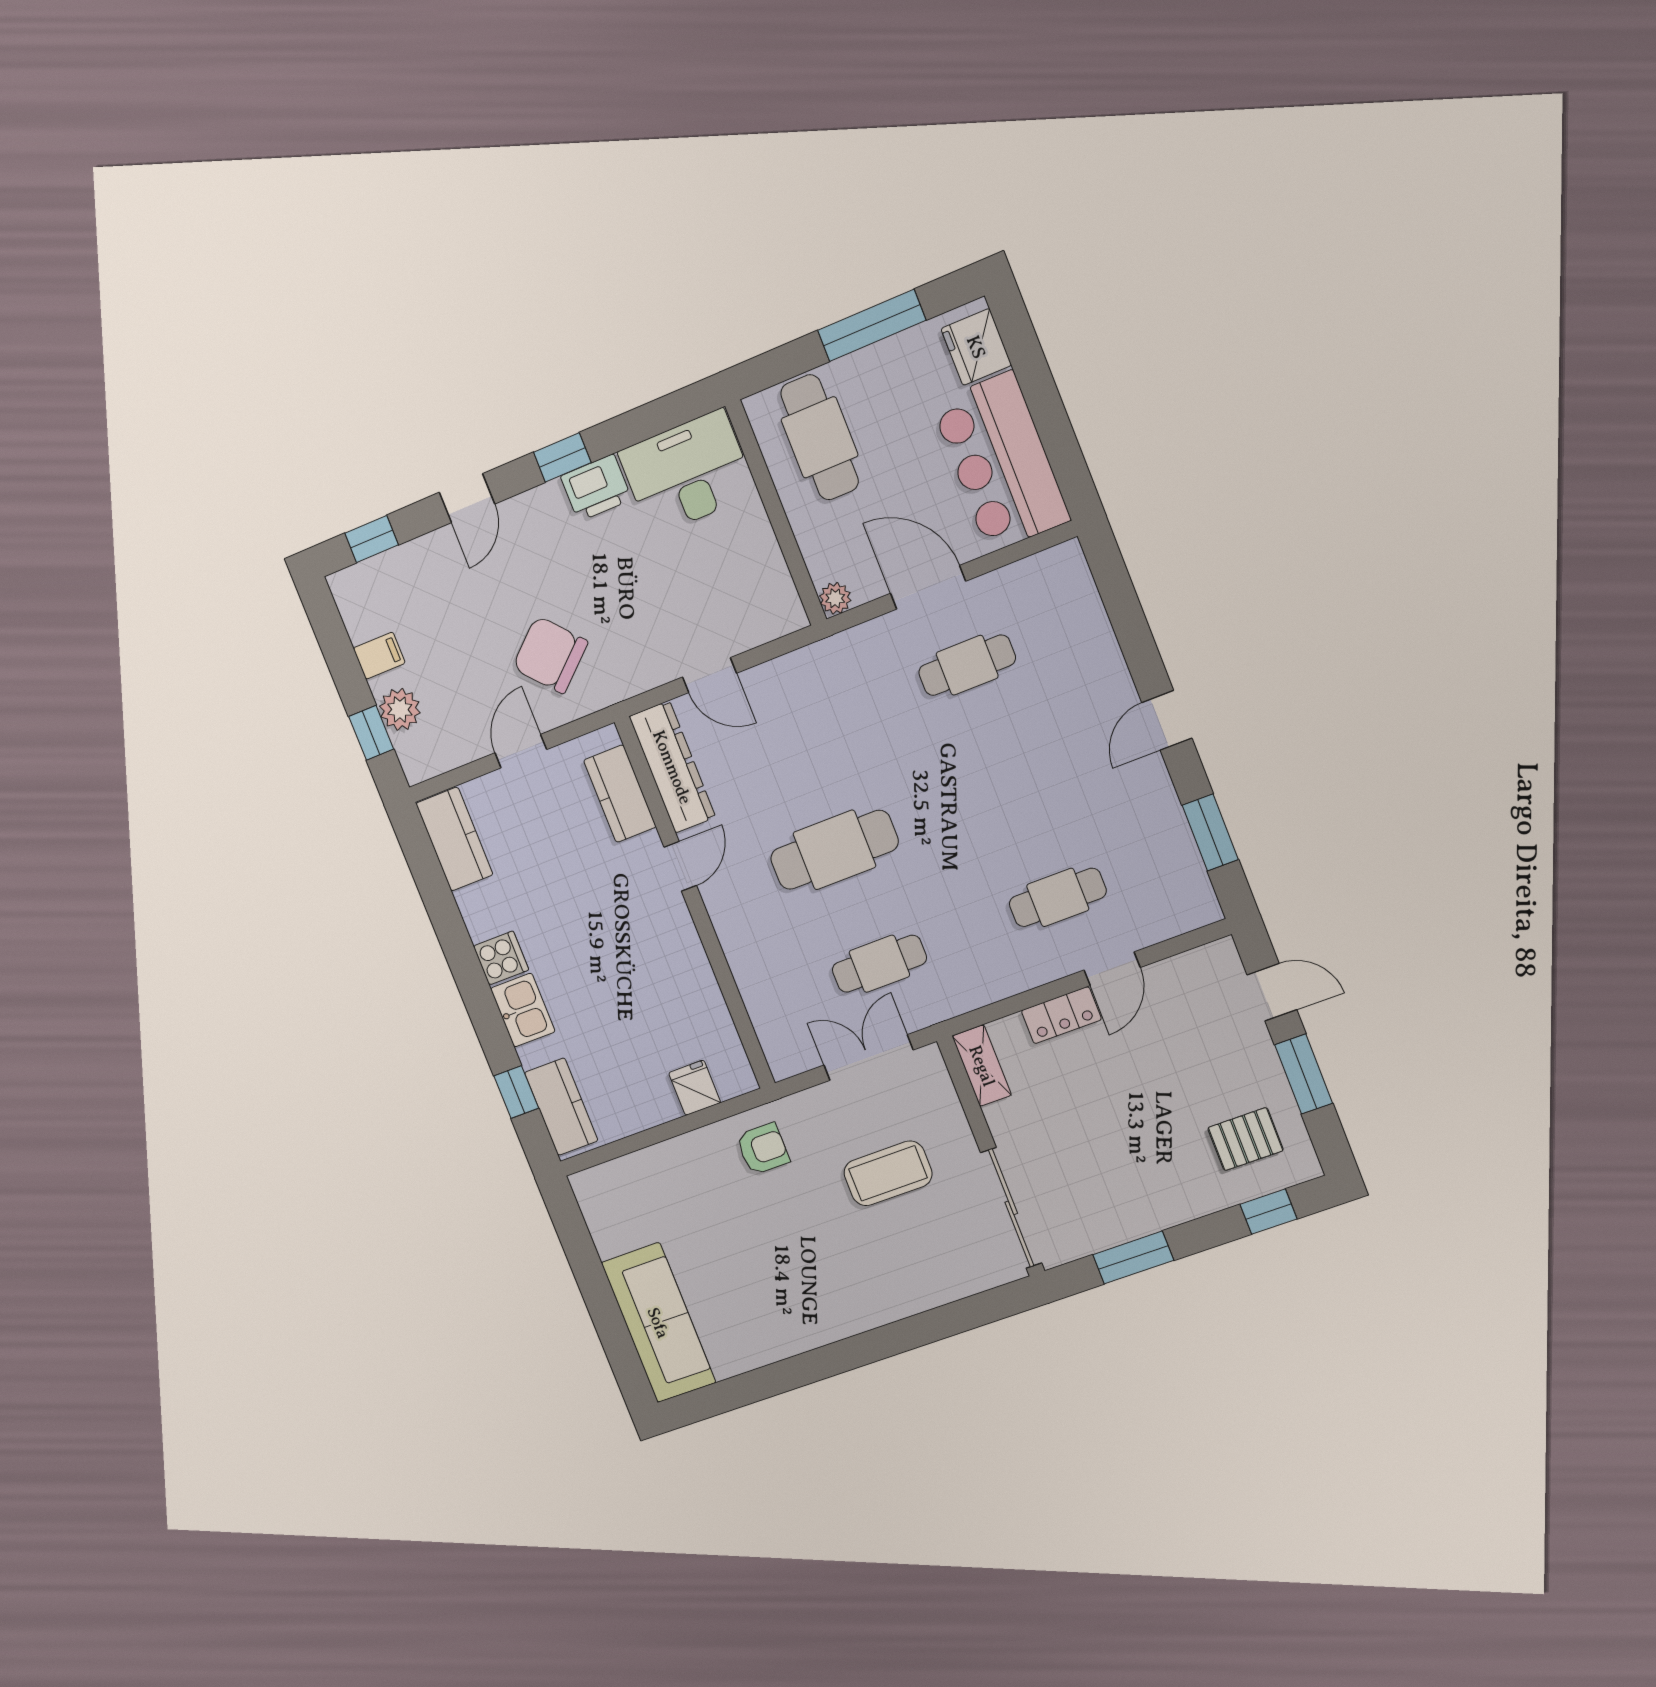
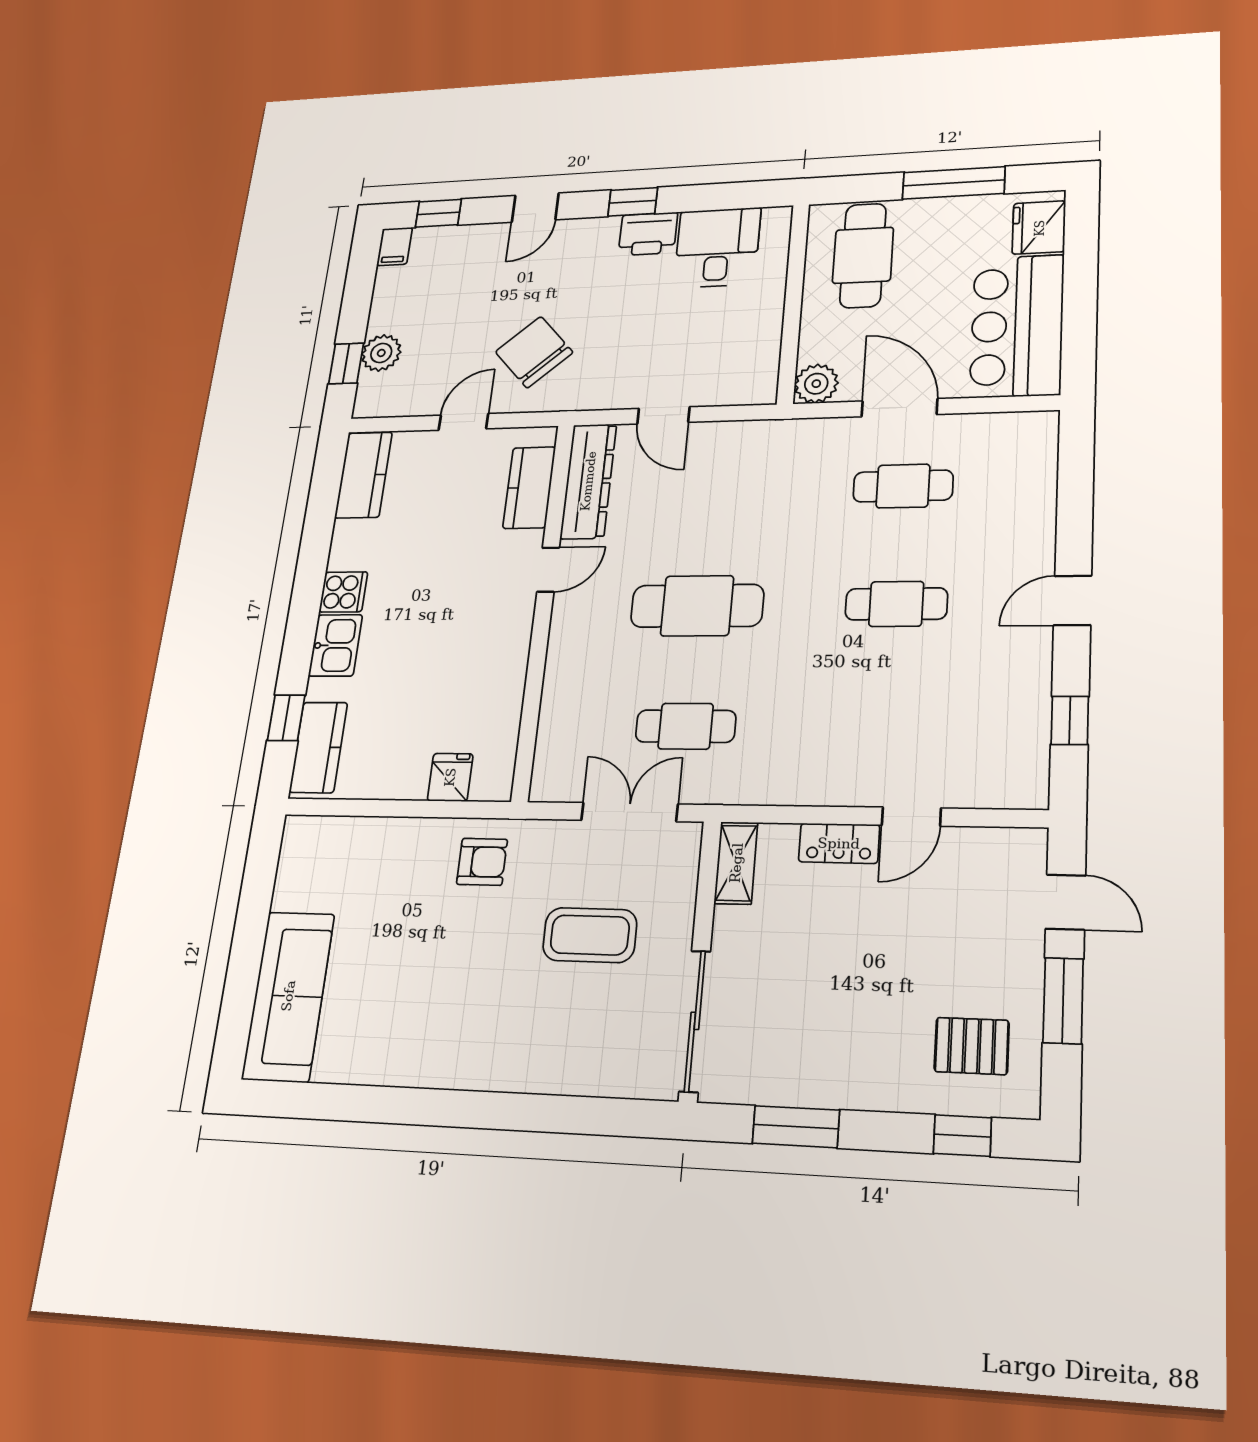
desk: (687, 473) -> (717, 248), width x0.73
plant: (835, 598) -> (816, 384), width x1.38, depth x1.38
filing cabinet: (379, 656) -> (395, 246), moved, turned 90
window: (1210, 832) -> (1070, 720), width x0.67
cafe table: (1058, 897) -> (896, 604), moved

